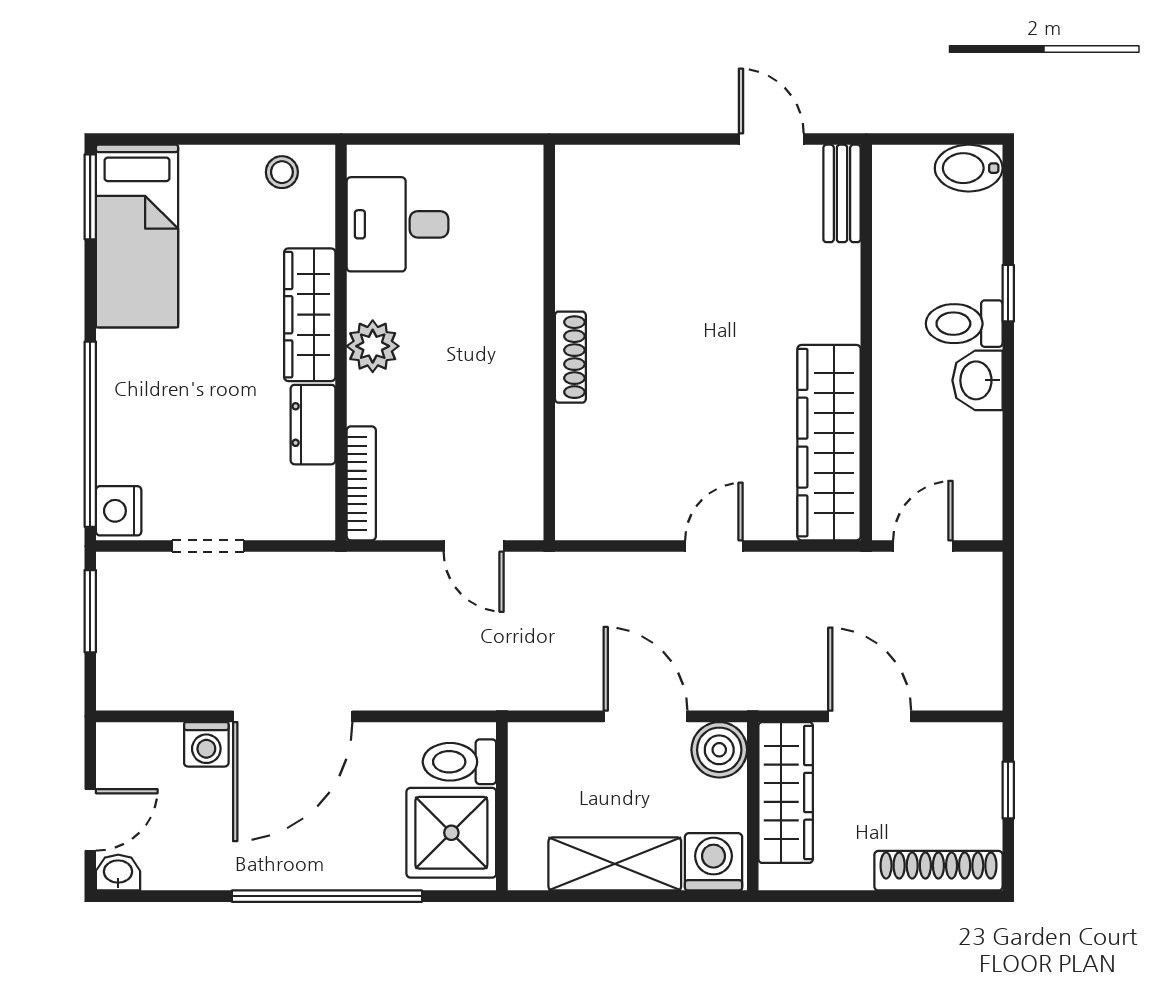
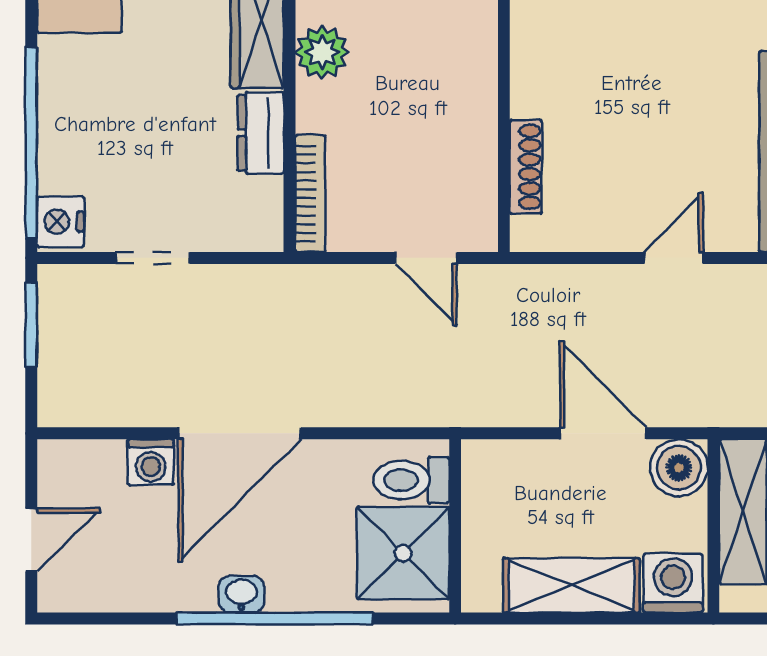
shoe rack: (570, 357) -> (526, 167), moved
washbasin: (118, 873) -> (241, 594), moved

